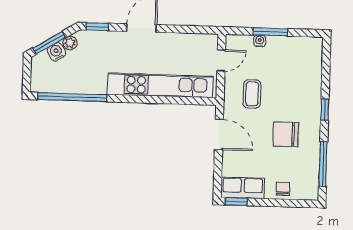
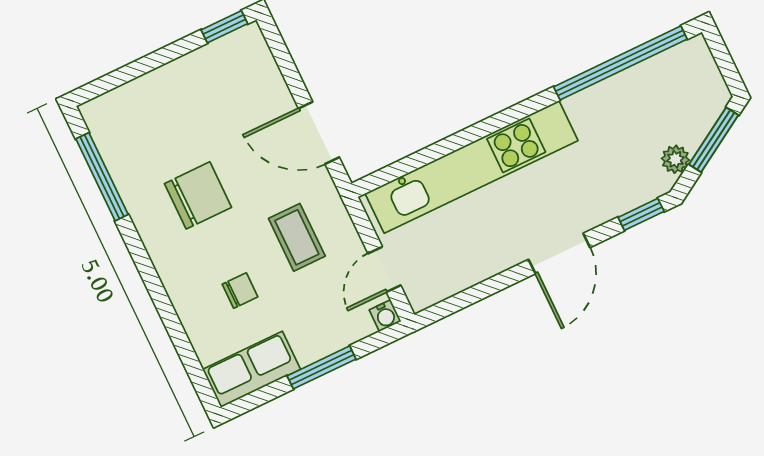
water cooler: (260, 41) -> (385, 316), moved
water cooler: (56, 52) -> (692, 130), removed
window: (325, 110) -> (150, 277), removed
row of seats: (243, 188) -> (252, 369), moved, turned 180
chair: (283, 189) -> (240, 291), moved, turned -90

